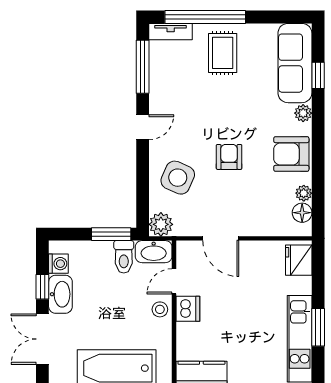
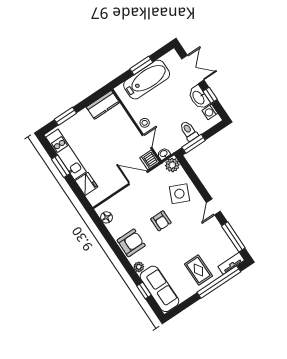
plant: (304, 193) -> (112, 228), removed
washbasin: (154, 252) -> (164, 154), width x0.52, depth x0.69
toilet: (124, 257) -> (189, 131), moved
fridge: (299, 260) -> (86, 184), moved
dishwasher: (188, 309) -> (150, 160), moved

